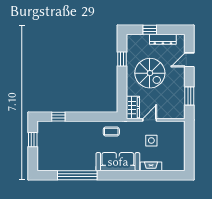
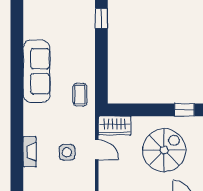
spiral stairs: (150, 73) -> (164, 150), turned 180
sofa: (118, 162) -> (36, 71), moved
window: (77, 175) -> (17, 46), removed

